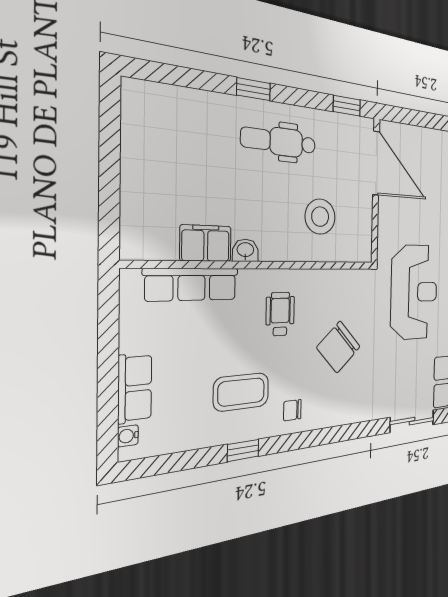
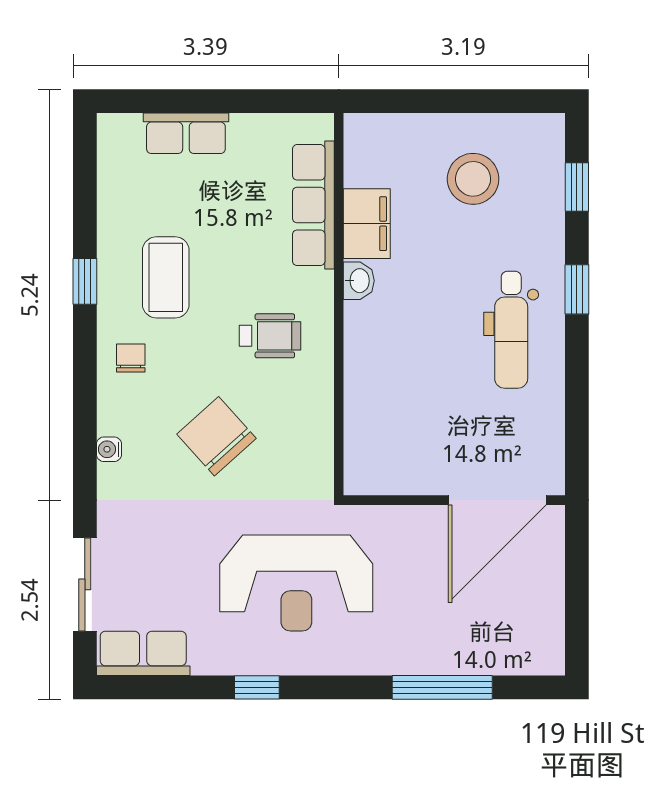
window: (347, 106) -> (577, 187), moved
dental chair: (279, 141) -> (511, 330), turned 180
stool: (320, 217) -> (473, 179), moved
water cooler: (128, 436) -> (109, 449), moved, turned -90

